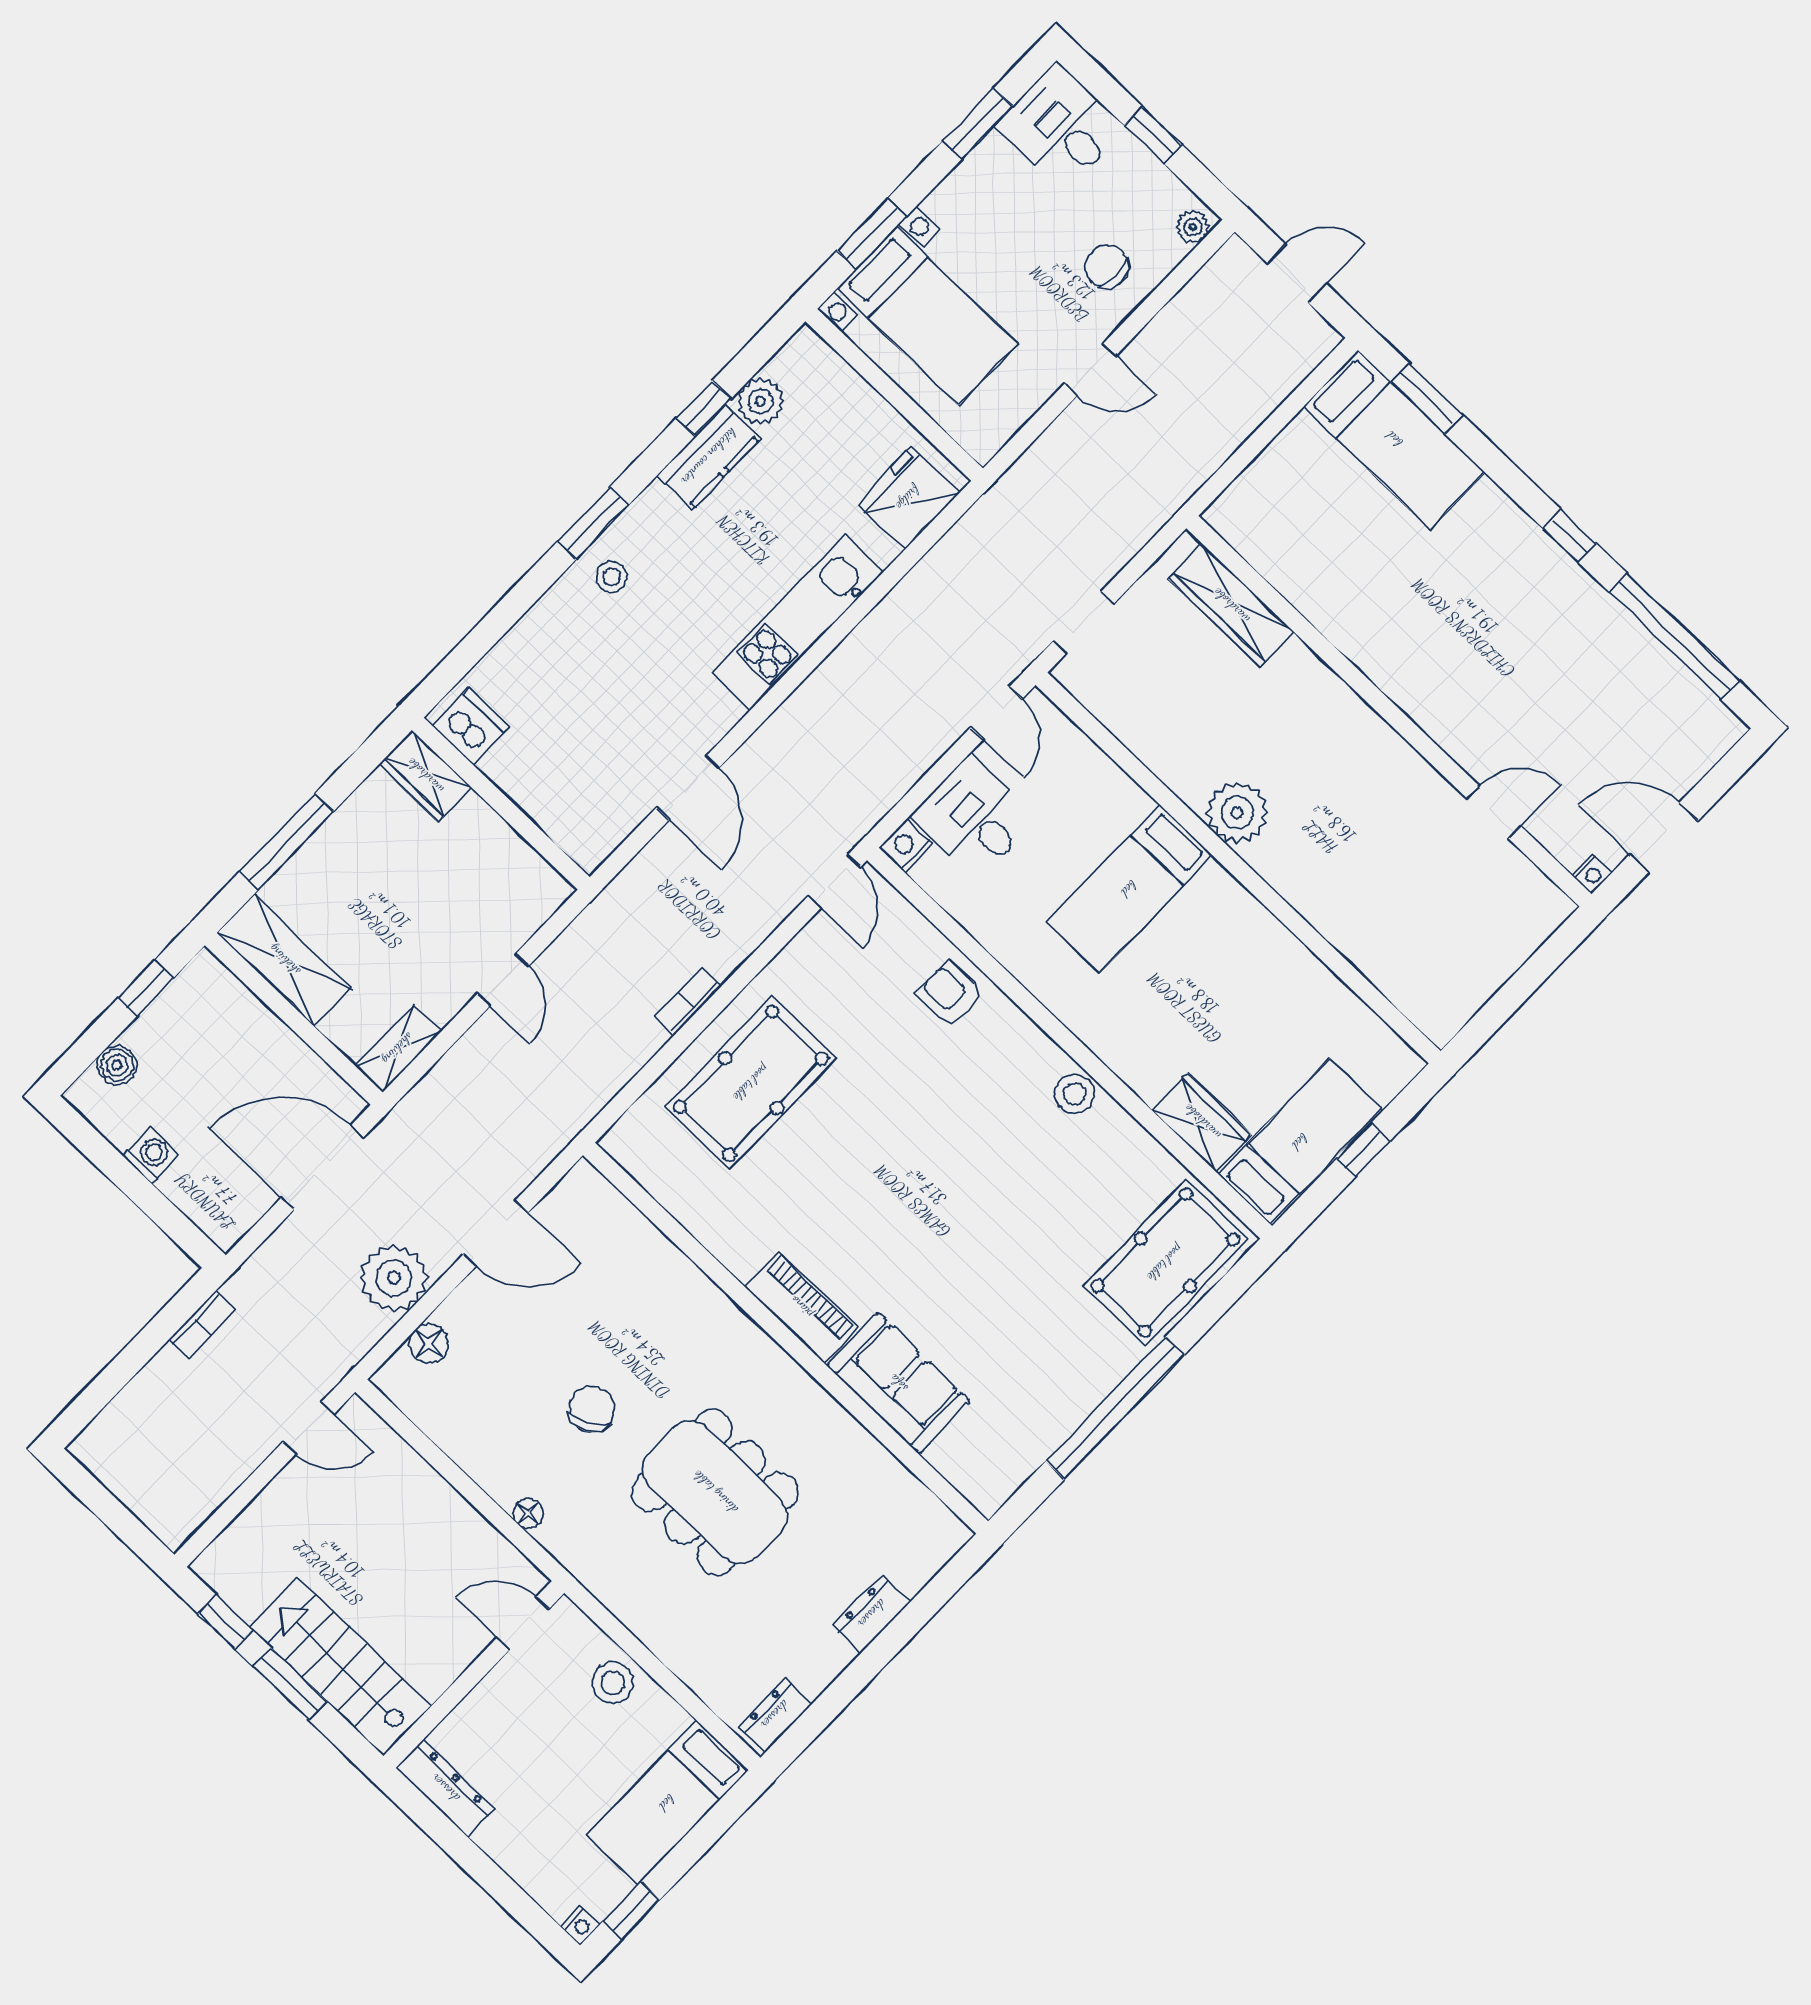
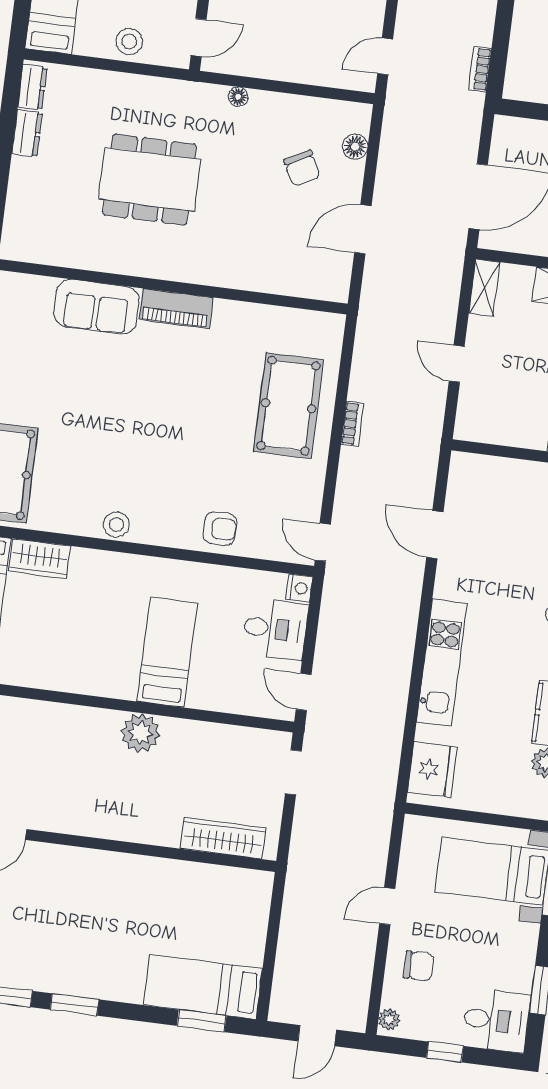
window: (1570, 536) -> (75, 1005), width x1.50
plant: (394, 1278) -> (398, 167), removed
chair: (592, 1409) -> (302, 168), moved
dresser: (872, 1614) -> (27, 133), moved

